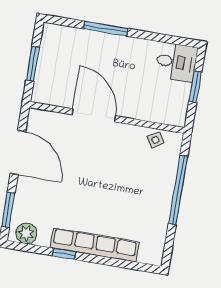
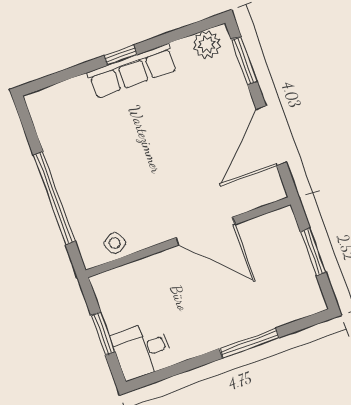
door: (18, 152) -> (271, 136), hinge flipped
row of seats: (95, 245) -> (132, 71), width x0.73
window: (64, 254) -> (121, 55), moved

